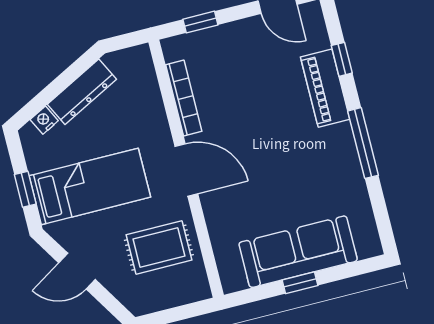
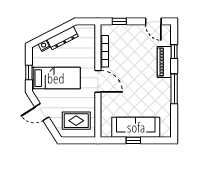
rug: (159, 247) -> (76, 121), moved

